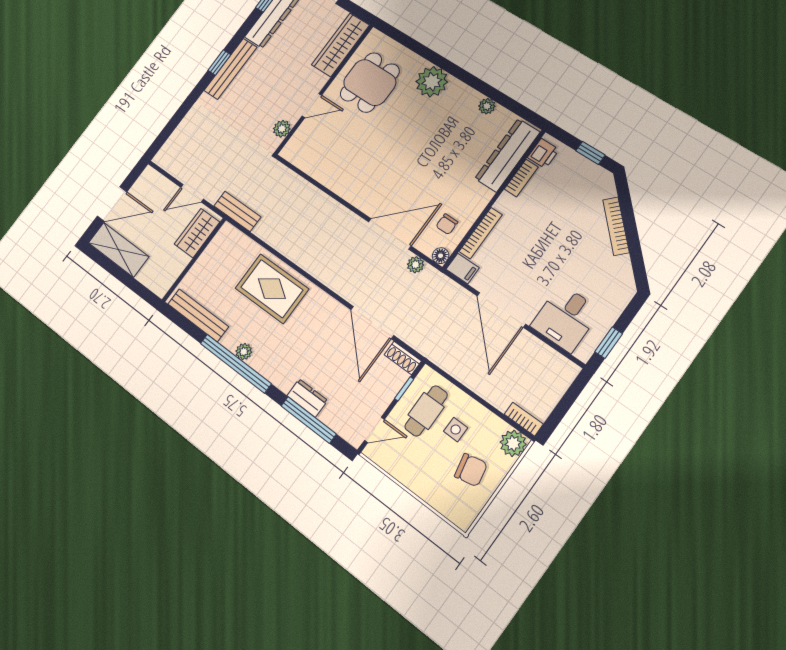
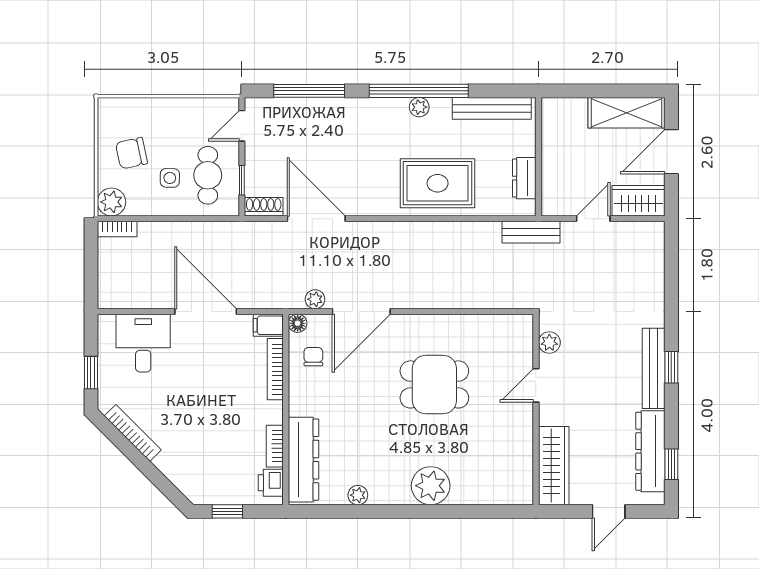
dining table: (370, 82) -> (434, 384), moved, turned 90
bookcase: (616, 226) -> (133, 433), moved
wardrobe: (197, 233) -> (639, 201), moved, turned -90
window: (609, 343) -> (91, 373), moved
dresser: (307, 398) -> (524, 178), moved, turned 90

